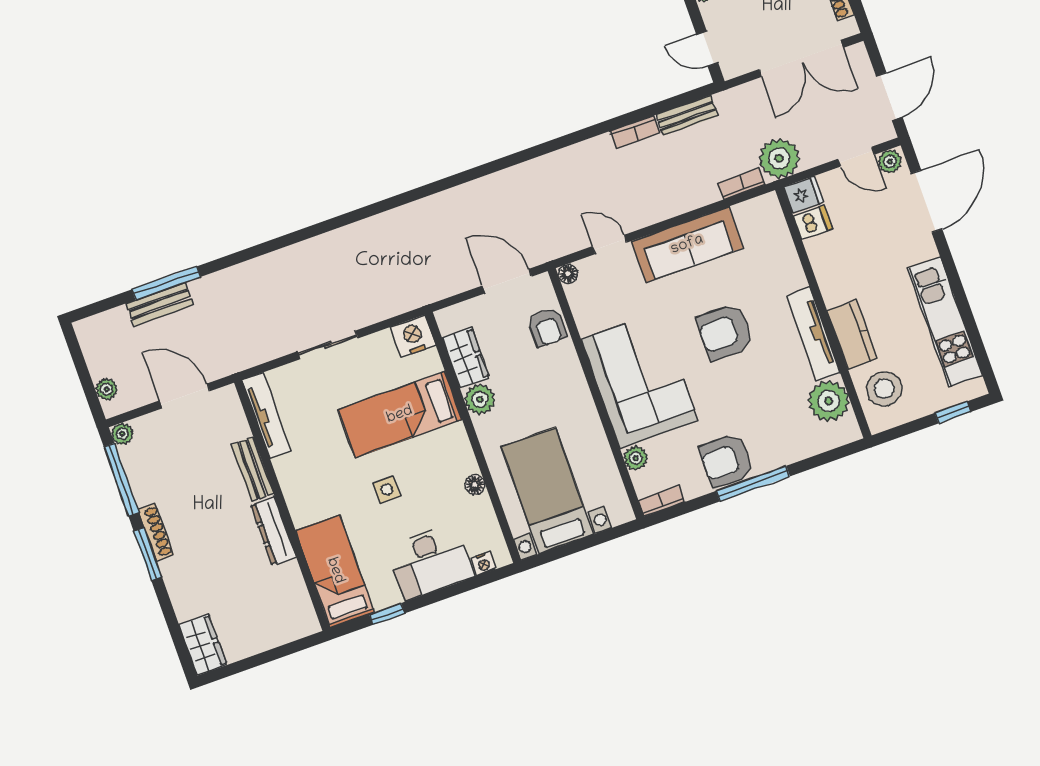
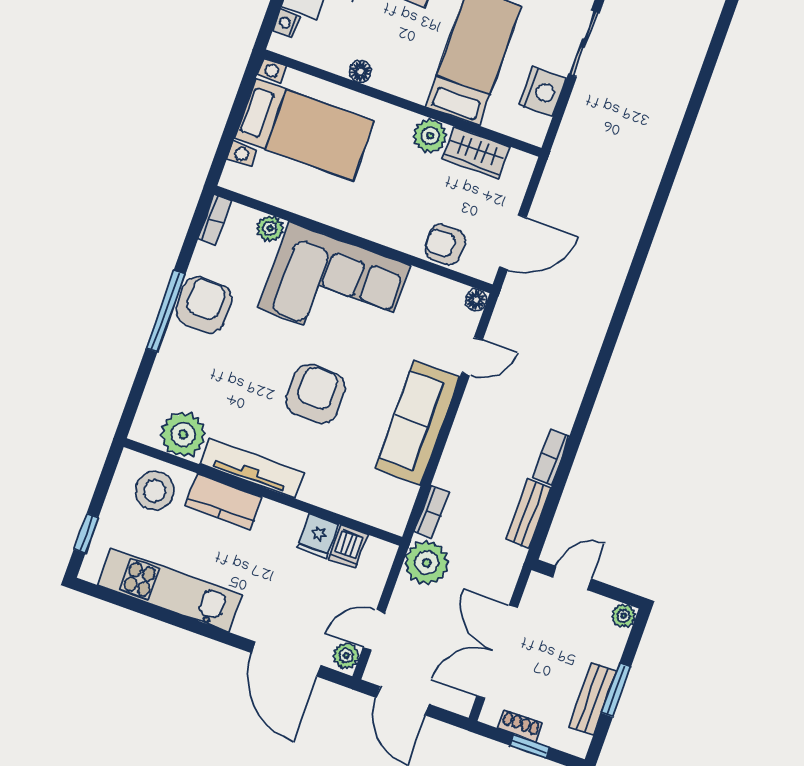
fridge: (803, 195) -> (318, 536), moved
nightstand: (413, 336) -> (542, 92), moved

